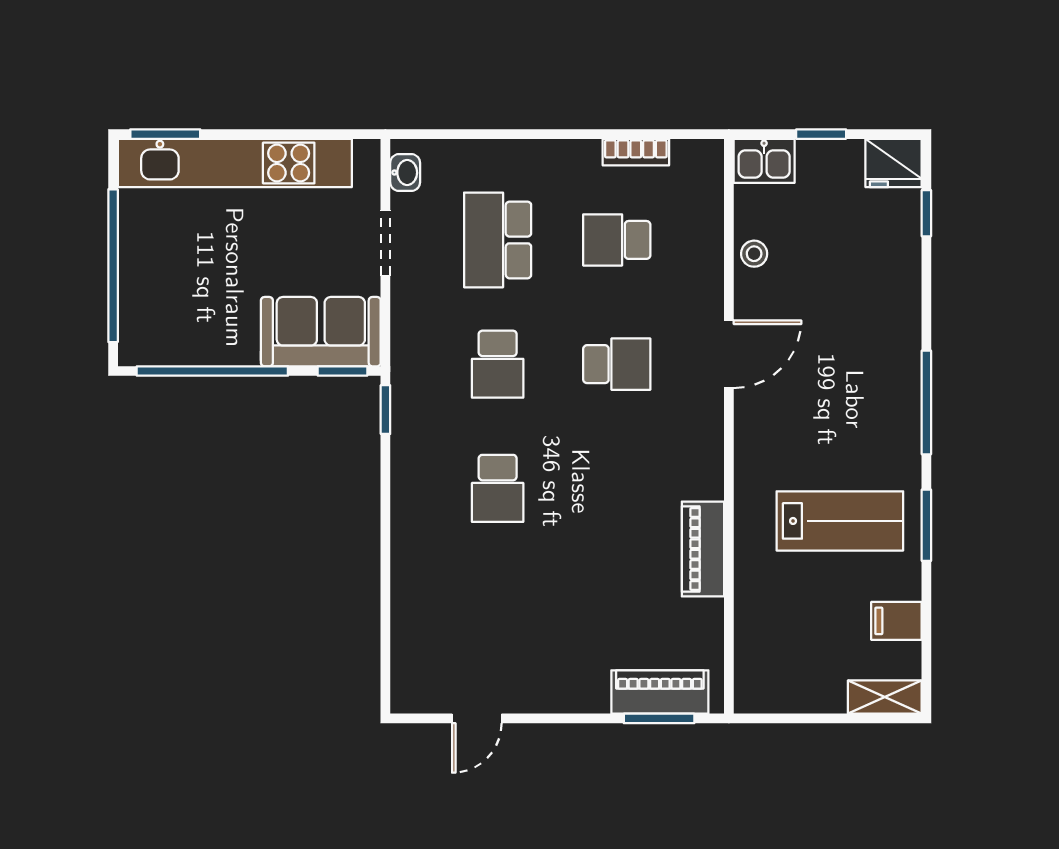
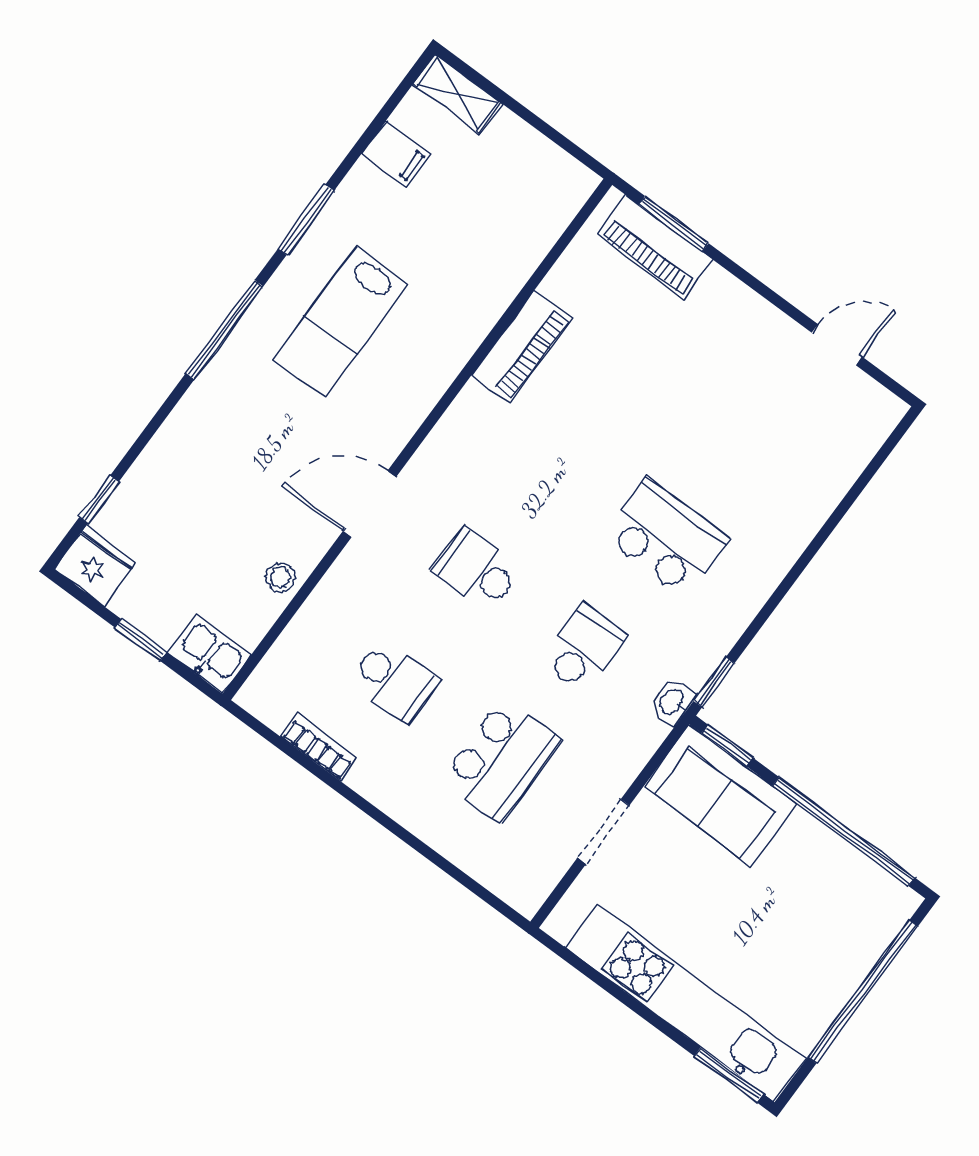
washbasin: (405, 173) -> (672, 702), moved
school desk: (498, 488) -> (666, 537), width x1.85
lab bench: (840, 521) -> (340, 322), moved, turned -90

